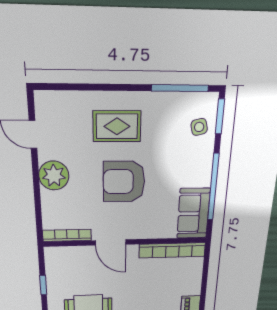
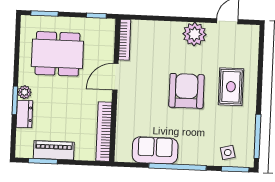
bookcase: (67, 235) -> (125, 40), moved
door: (111, 242) -> (115, 77), moved
wall: (126, 242) -> (115, 90), moved
bookcase: (172, 250) -> (104, 132), moved

